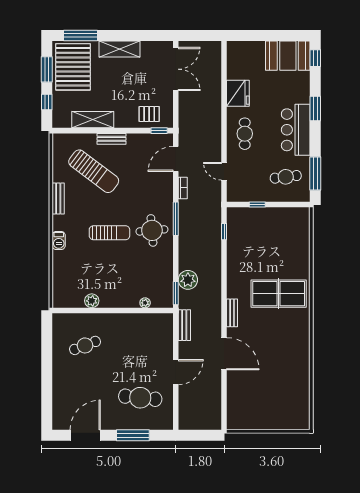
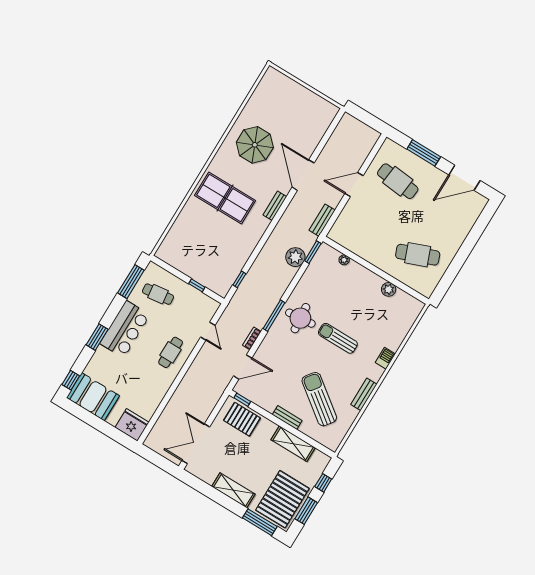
fridge: (238, 93) -> (132, 425), moved, turned 90
pallet: (149, 114) -> (242, 419), width x1.50, depth x1.42
cafe table: (85, 345) -> (418, 255), width x1.37, depth x1.35
parasol: (281, 354) -> (255, 145), added

